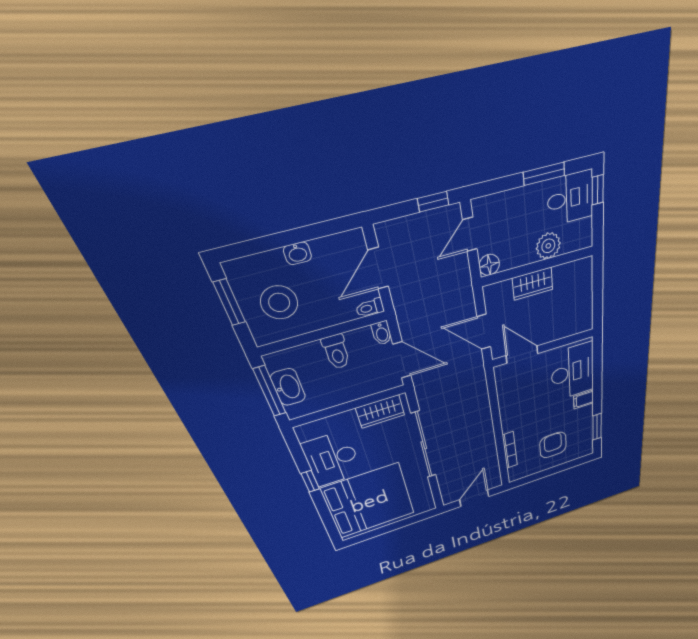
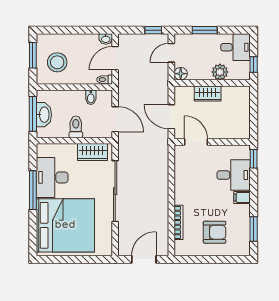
window: (544, 174) -> (205, 30), moved
window: (598, 190) -> (254, 64), moved
washbasin: (297, 253) -> (106, 39), moved
bidet: (382, 333) -> (91, 97), moved
toilet: (336, 352) -> (76, 127), moved, turned 180
window: (597, 352) -> (254, 159), added
desk: (573, 372) -> (234, 175), width x0.73
armchair: (553, 445) -> (215, 232), turned 90
window: (310, 481) -> (33, 190), width x2.17

